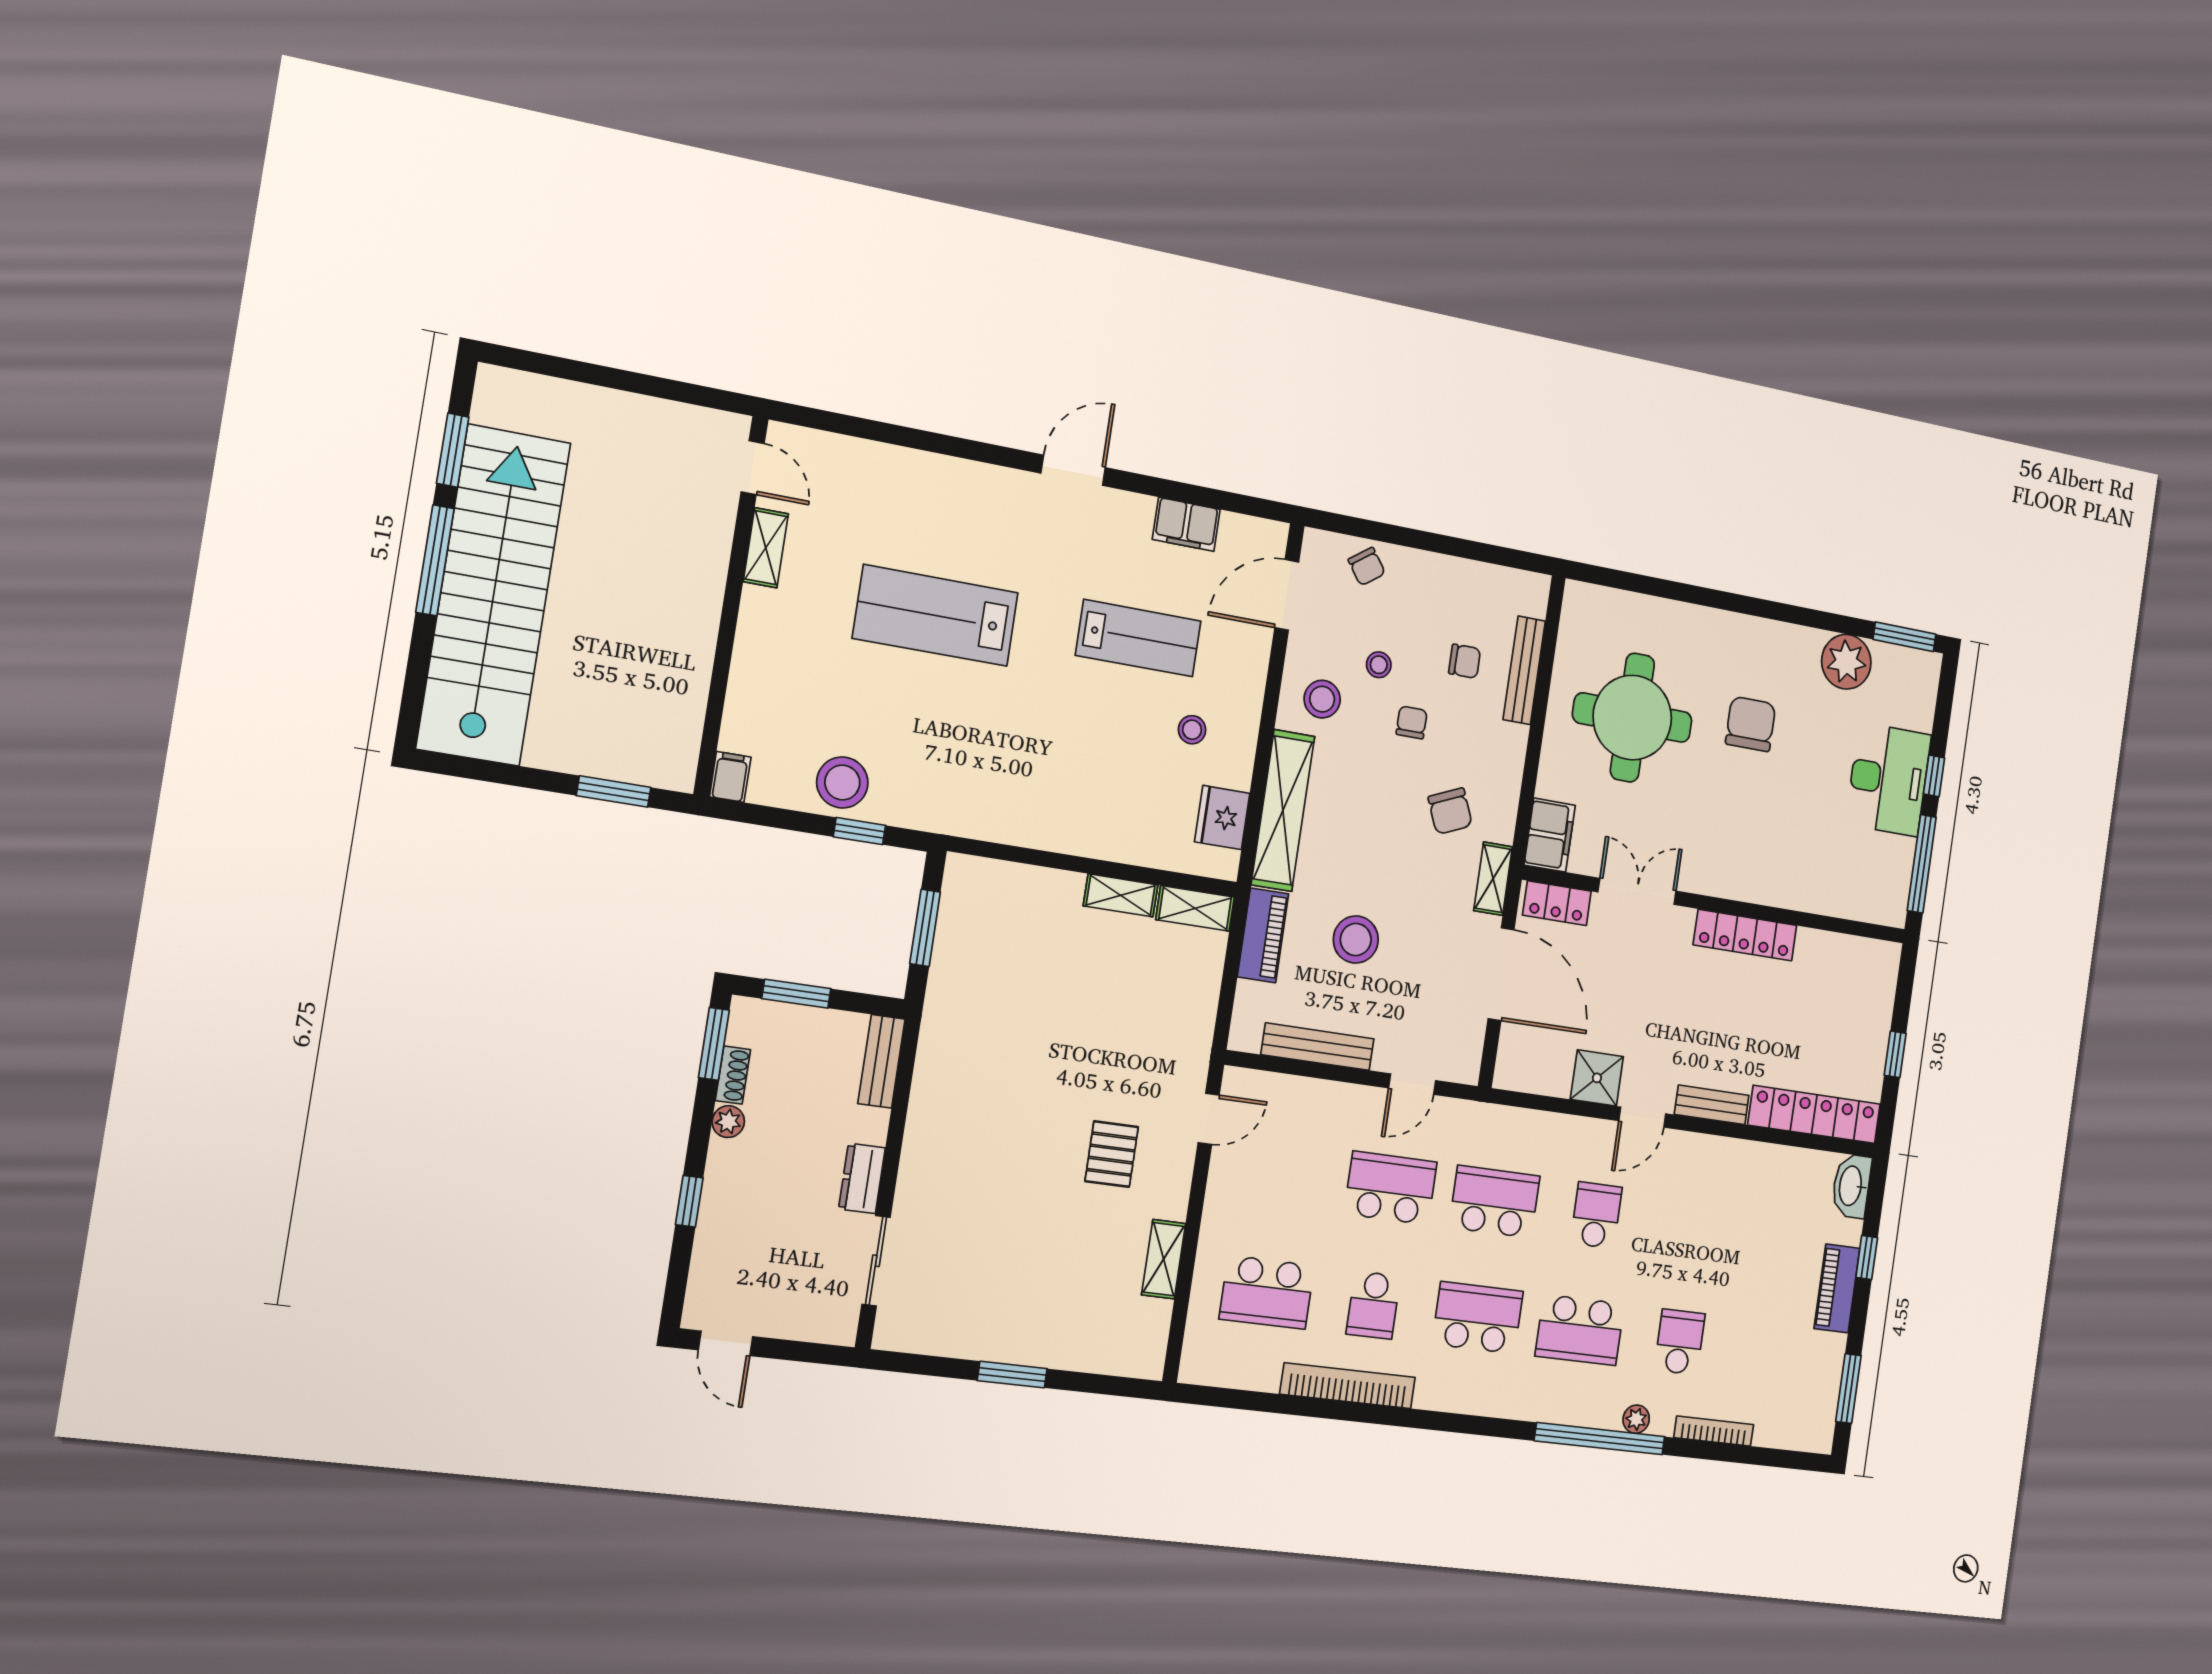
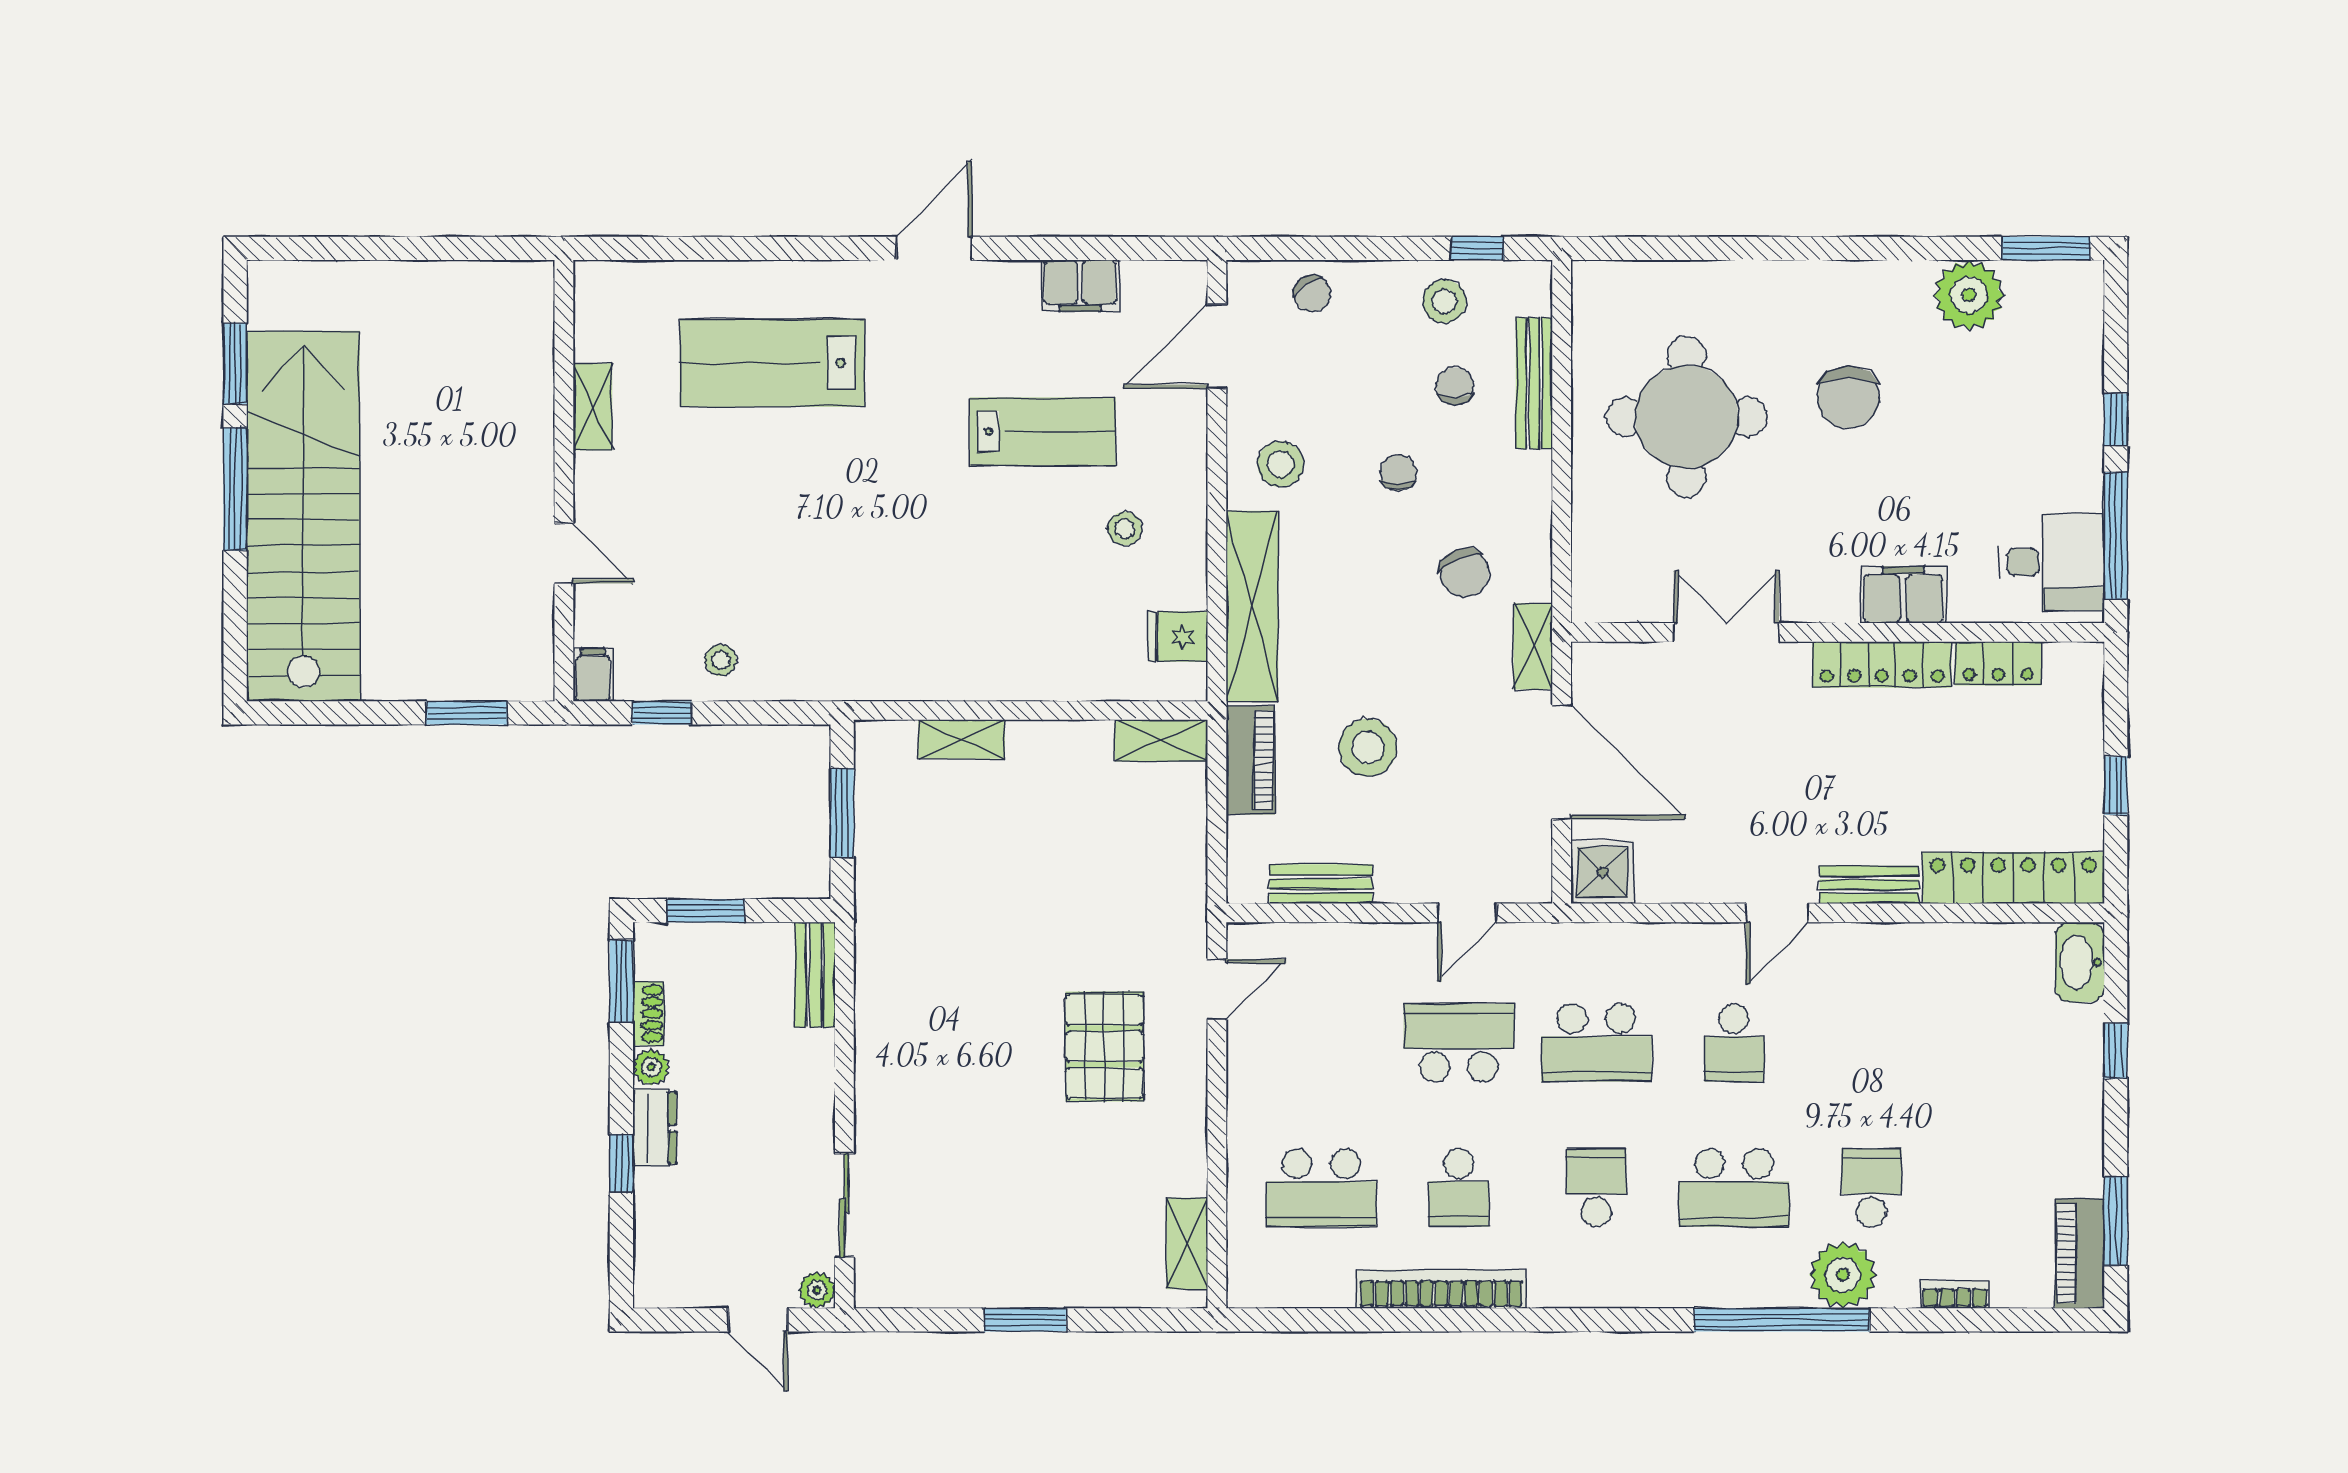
door: (753, 468) -> (564, 553), moved
window: (1497, 555) -> (1477, 248), added
lab bench: (936, 616) -> (772, 363), moved
chair: (1465, 661) -> (1455, 386), turned -90
stool: (1379, 665) -> (1444, 301), moved, width x1.37, depth x1.37
chair: (1751, 724) -> (1848, 397), turned 180
desk: (1888, 780) -> (2051, 562), moved, width x0.73
stool: (842, 783) -> (721, 660), width x0.53, depth x0.53
fridge: (1222, 817) -> (1178, 637), width x0.72
window: (859, 831) -> (662, 713), moved
filing cabinet: (1550, 835) -> (1903, 595), moved, turned -90
shelving: (1121, 895) -> (962, 739), moved
locker: (1557, 903) -> (1998, 663), moved
bench: (1318, 1047) -> (1321, 884), width x0.73
shower: (1597, 1078) -> (1602, 872), moved
pallet: (1112, 1154) -> (1105, 1046), width x1.50, depth x1.42
dresser: (862, 1178) -> (655, 1128), moved, turned 180
school desk: (1494, 1202) -> (1596, 1043), turned 180
school desk: (1596, 1215) -> (1734, 1043), turned 180
shelving: (1164, 1259) -> (1187, 1243), moved
piano: (1837, 1288) -> (2080, 1253), moved
school desk: (1478, 1318) -> (1596, 1188), width x0.54
plant: (842, 1330) -> (817, 1290), added
door: (726, 1343) -> (758, 1320), moved
plant: (1636, 1419) -> (1843, 1275), width x1.88, depth x1.88
bookcase: (1714, 1431) -> (1955, 1294), width x0.64

